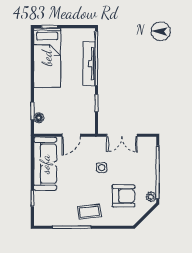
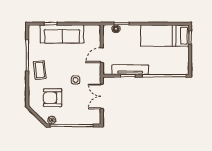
tv unit: (89, 64) -> (130, 70), moved
door: (71, 135) -> (102, 55), hinge flipped
sofa: (45, 164) -> (62, 34), moved
armchair: (124, 196) -> (53, 98), turned 90

